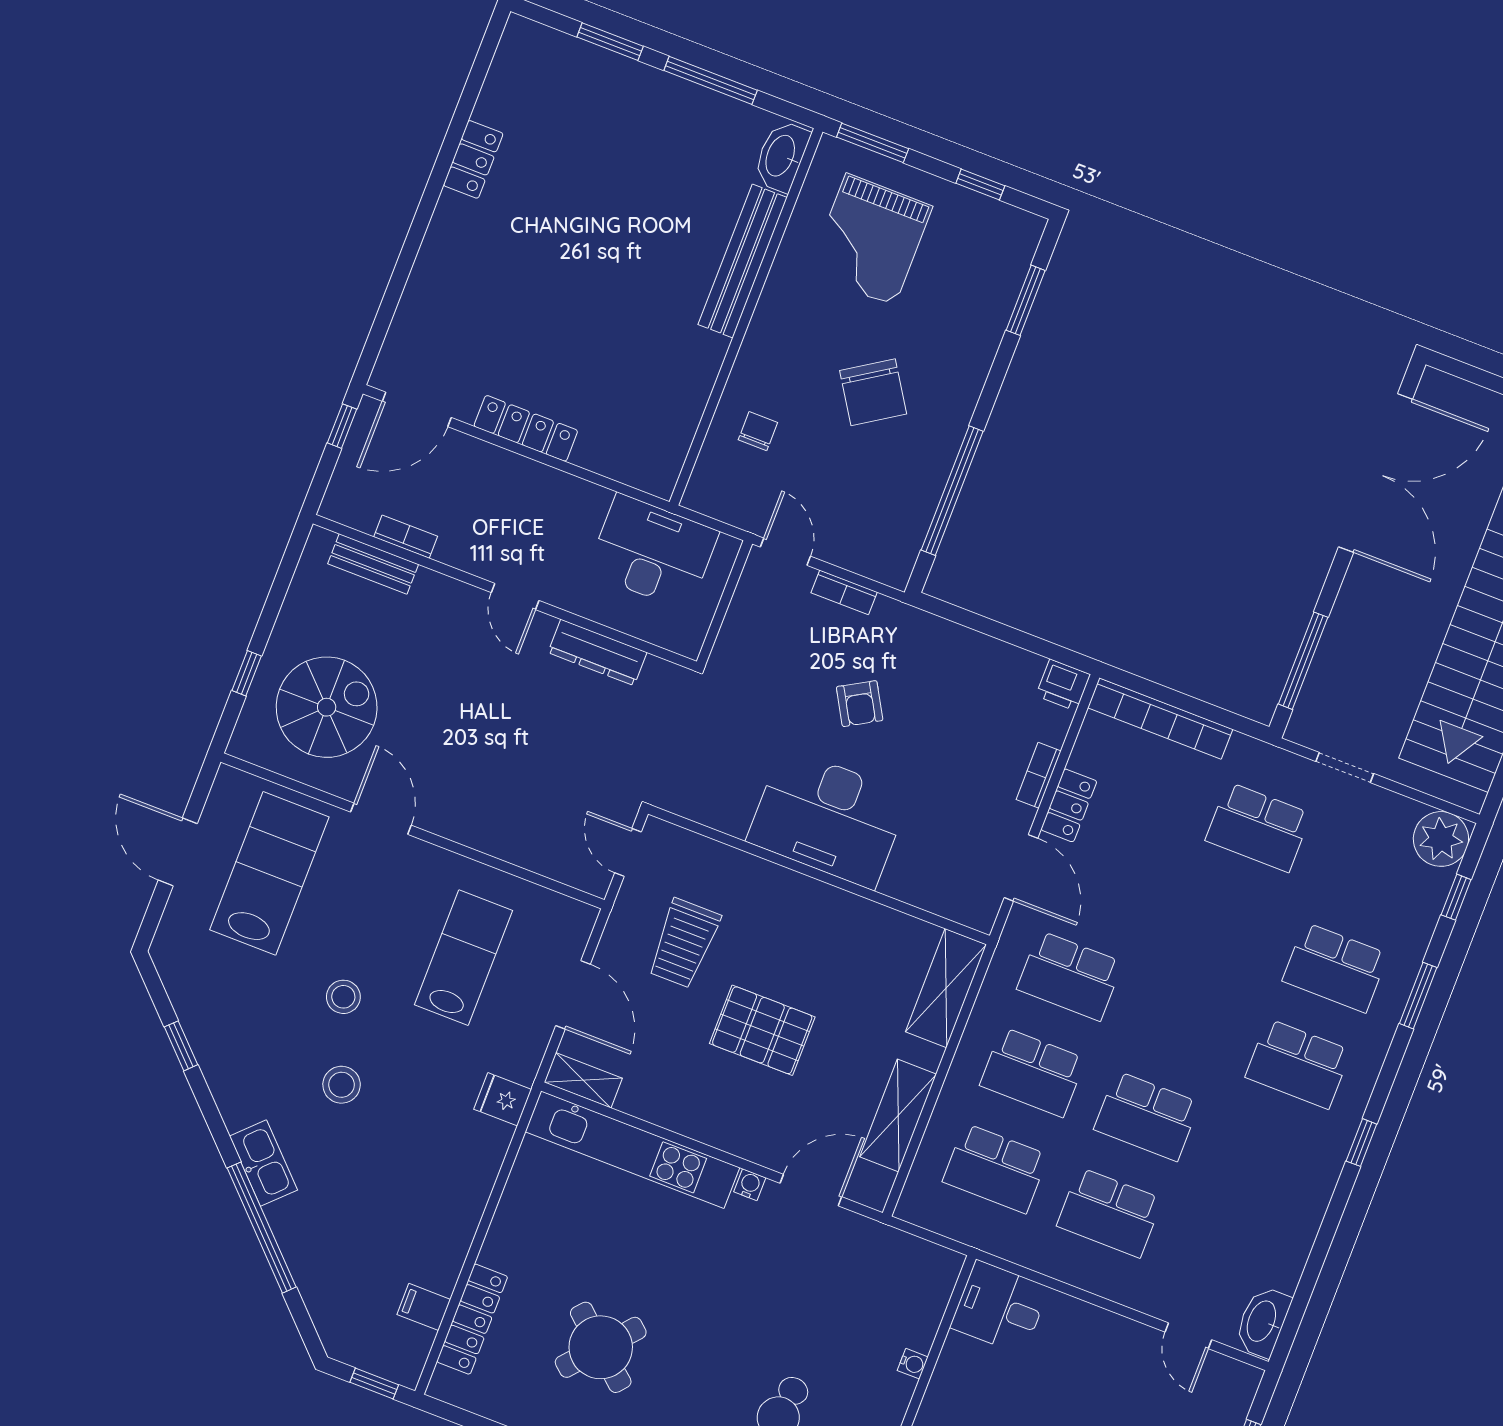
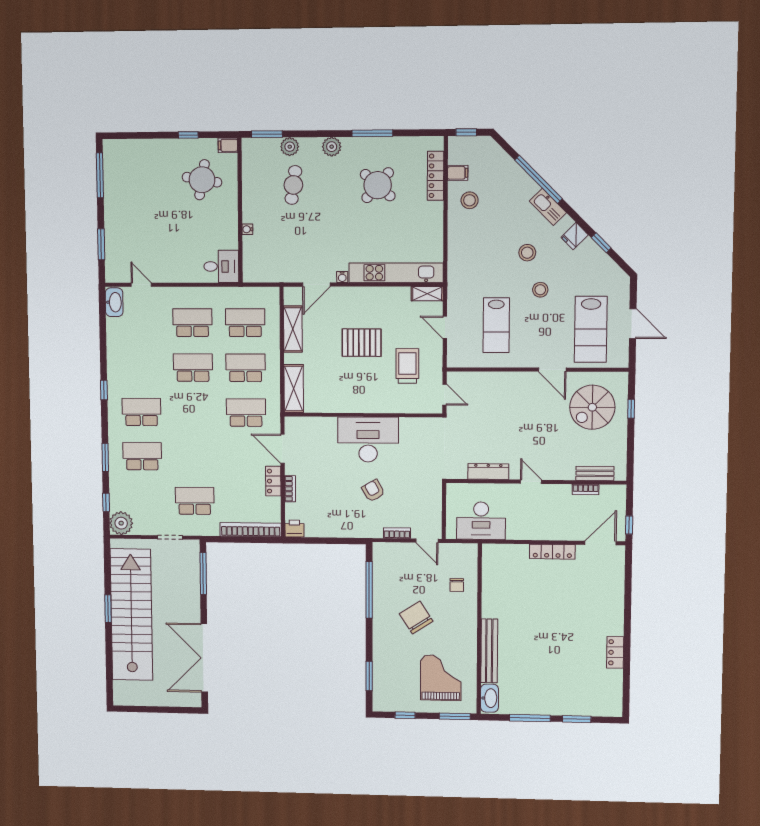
door: (573, 995) -> (445, 327), width x0.73
fridge: (503, 1099) -> (575, 236), moved, turned 135
stool: (421, 1241) -> (470, 200), added

